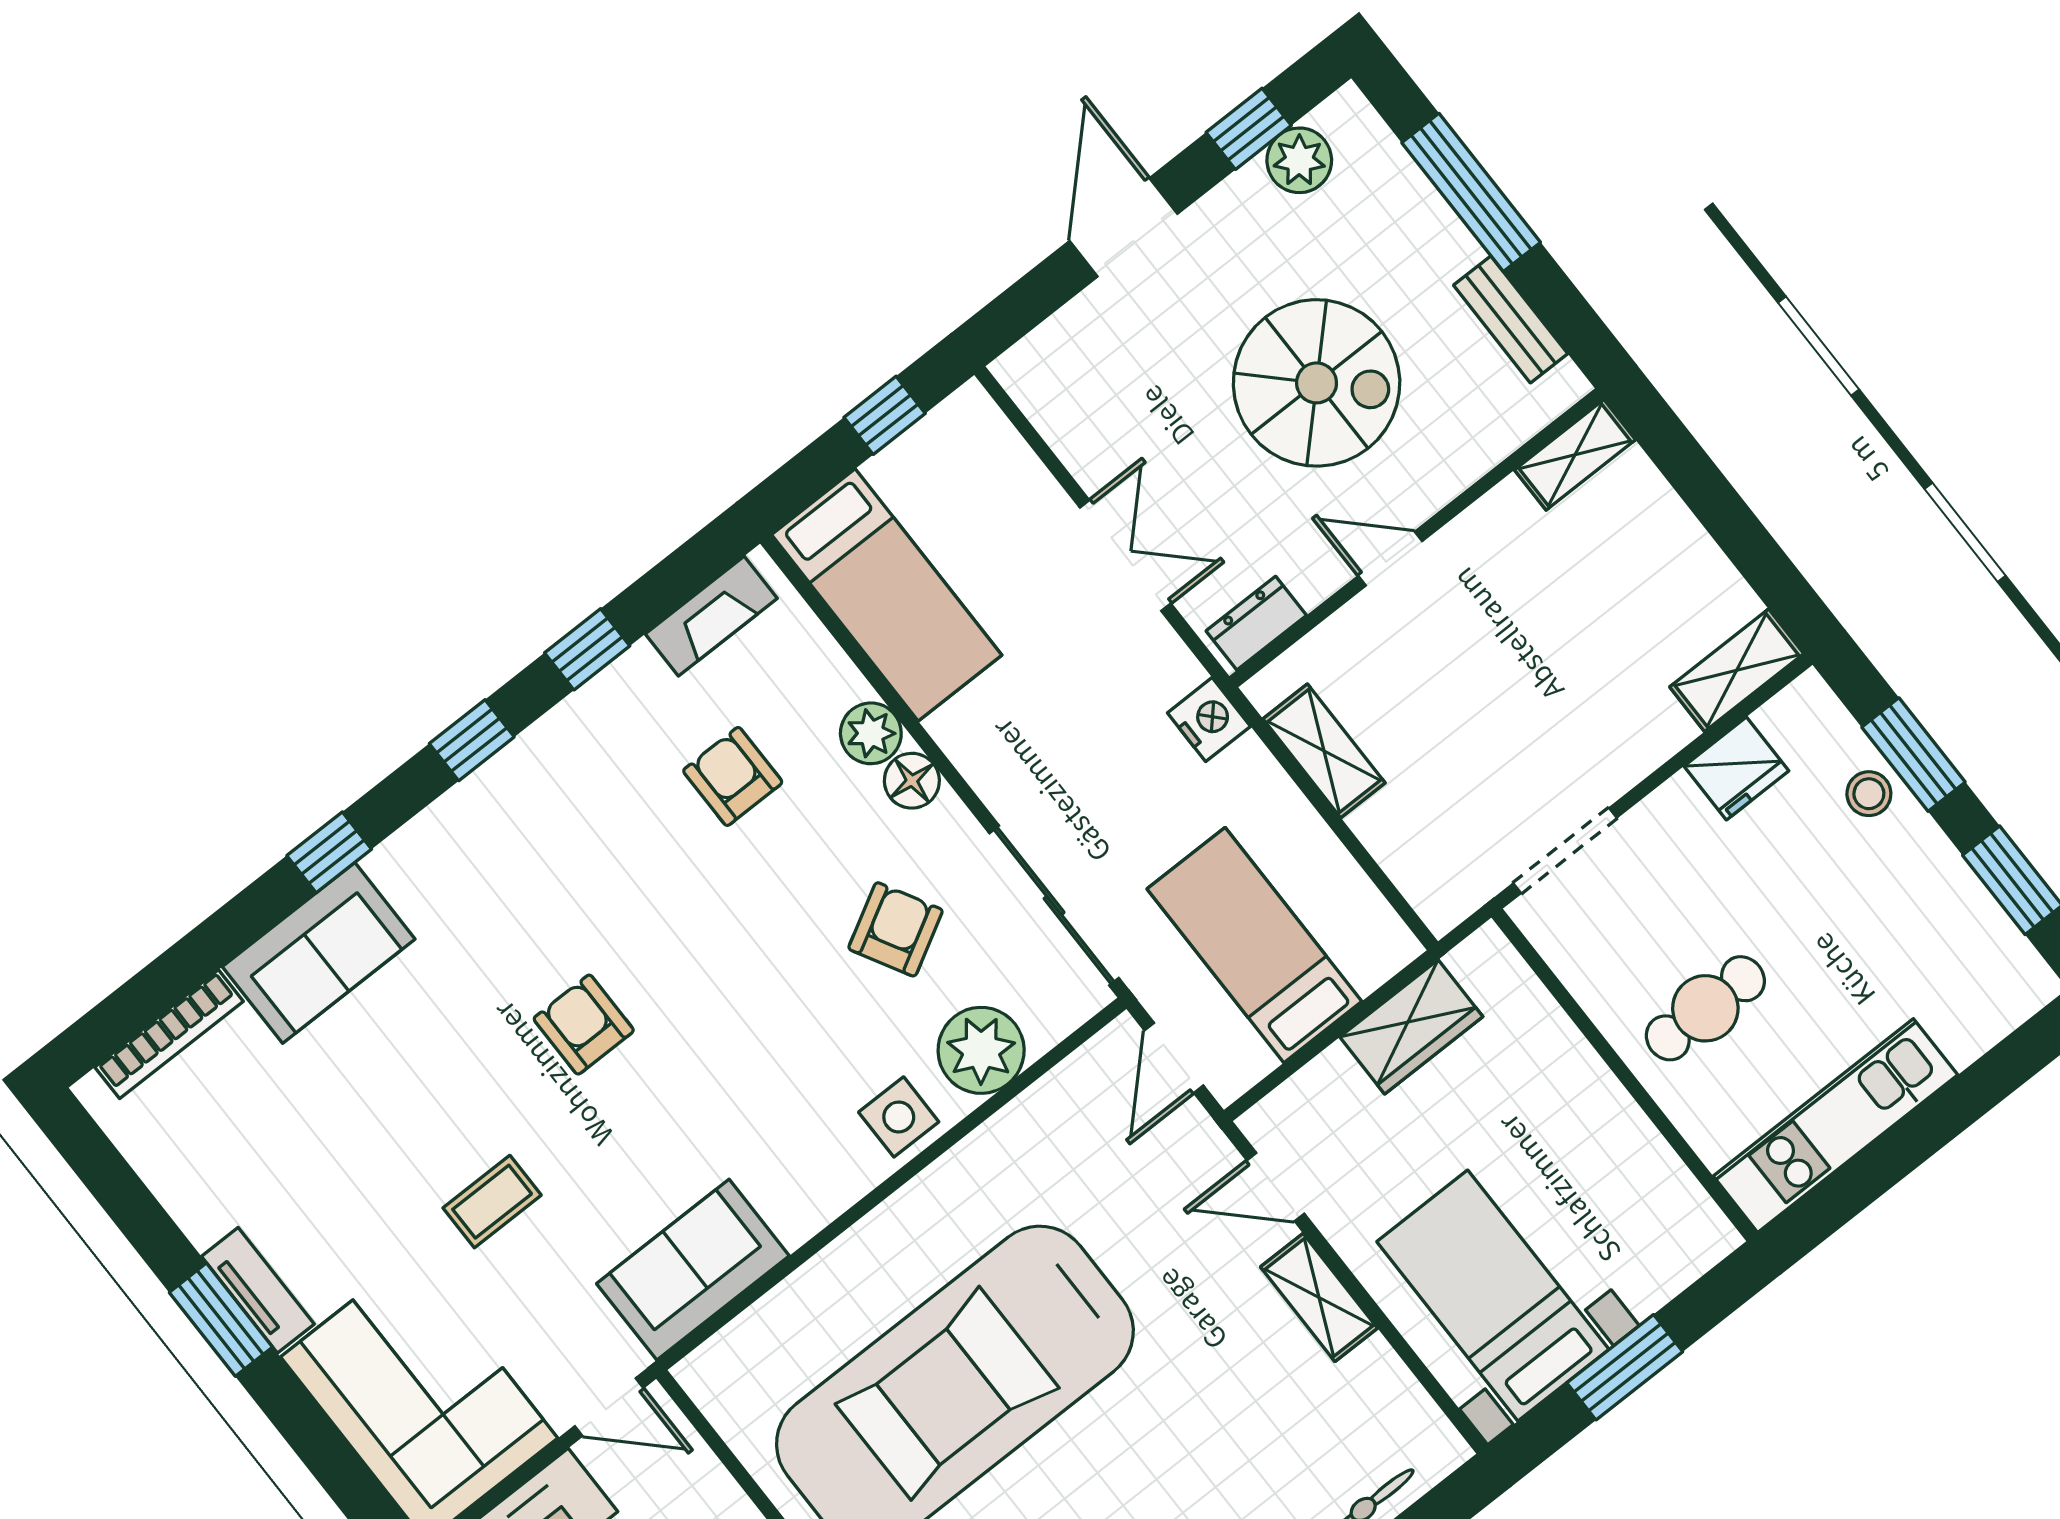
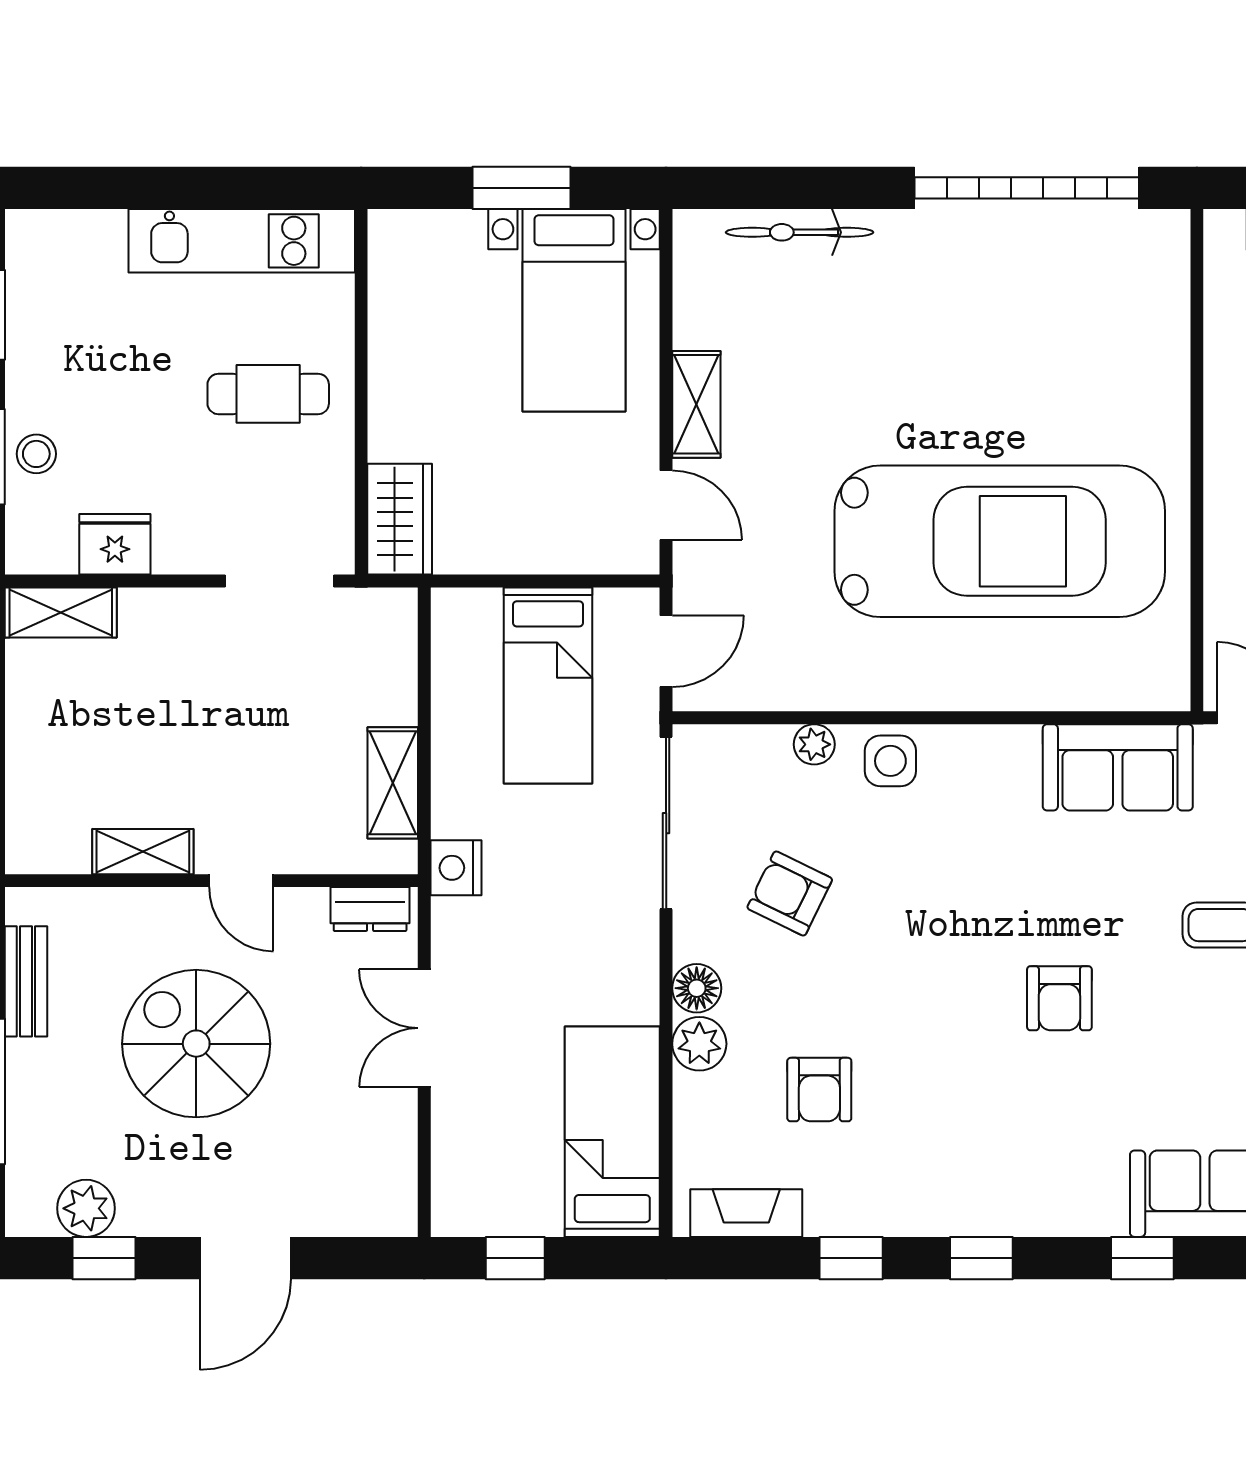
shelving: (1575, 455) -> (143, 852), moved
armchair: (896, 929) -> (790, 893), turned 55
wardrobe: (1411, 1027) -> (400, 519), moved, turned 90
plant: (981, 1050) -> (814, 744), width x0.53, depth x0.53

